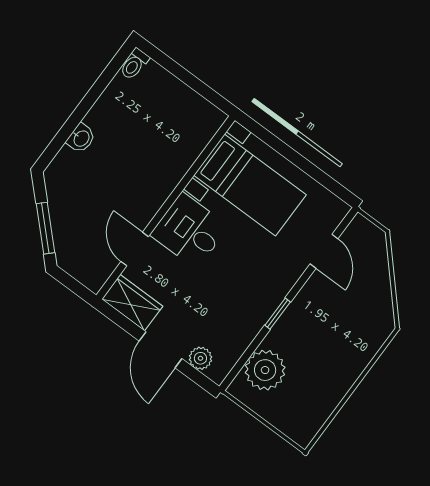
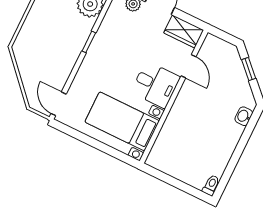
washbasin: (81, 138) -> (244, 116), moved
window: (45, 228) -> (249, 69), width x0.67
door: (324, 251) -> (59, 104), moved

